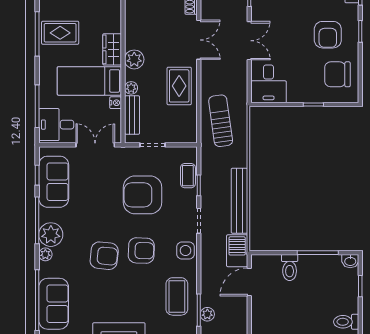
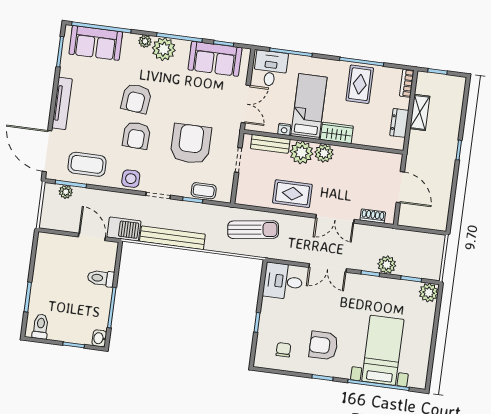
chair: (337, 74) -> (283, 350), width x0.54, depth x0.54
plant: (131, 88) -> (301, 153), width x1.88, depth x1.88

